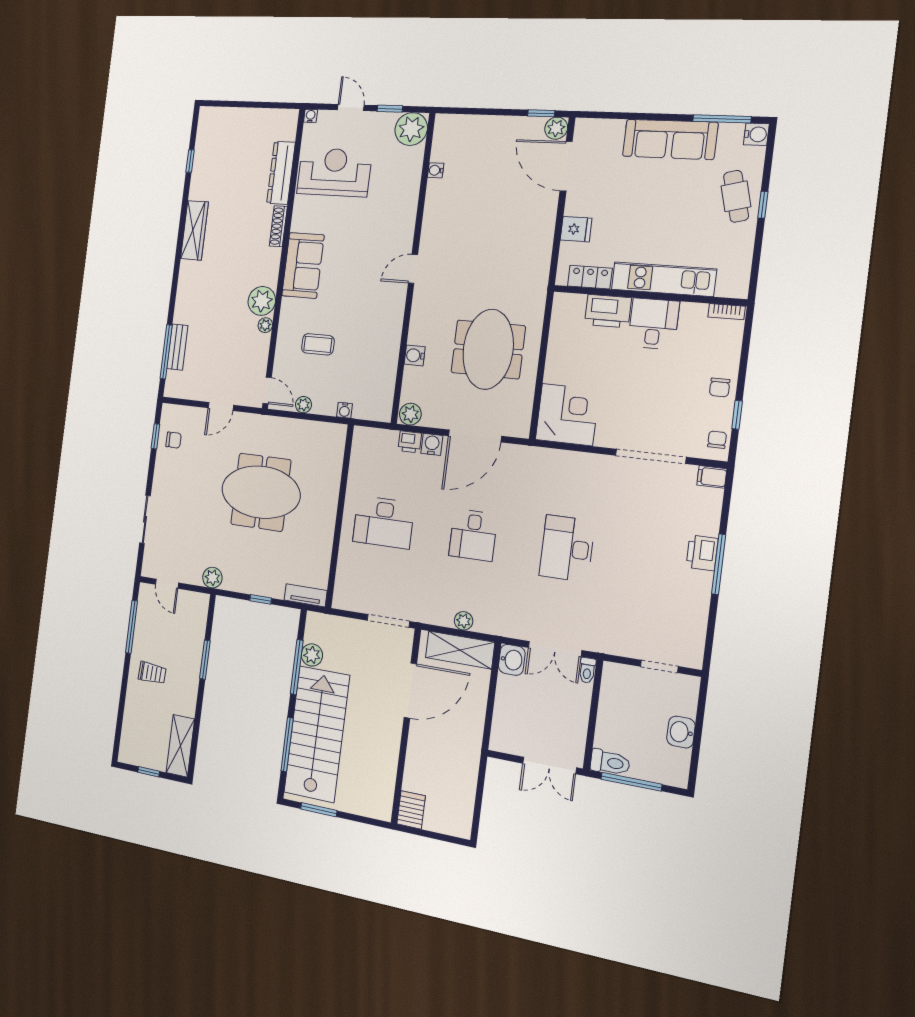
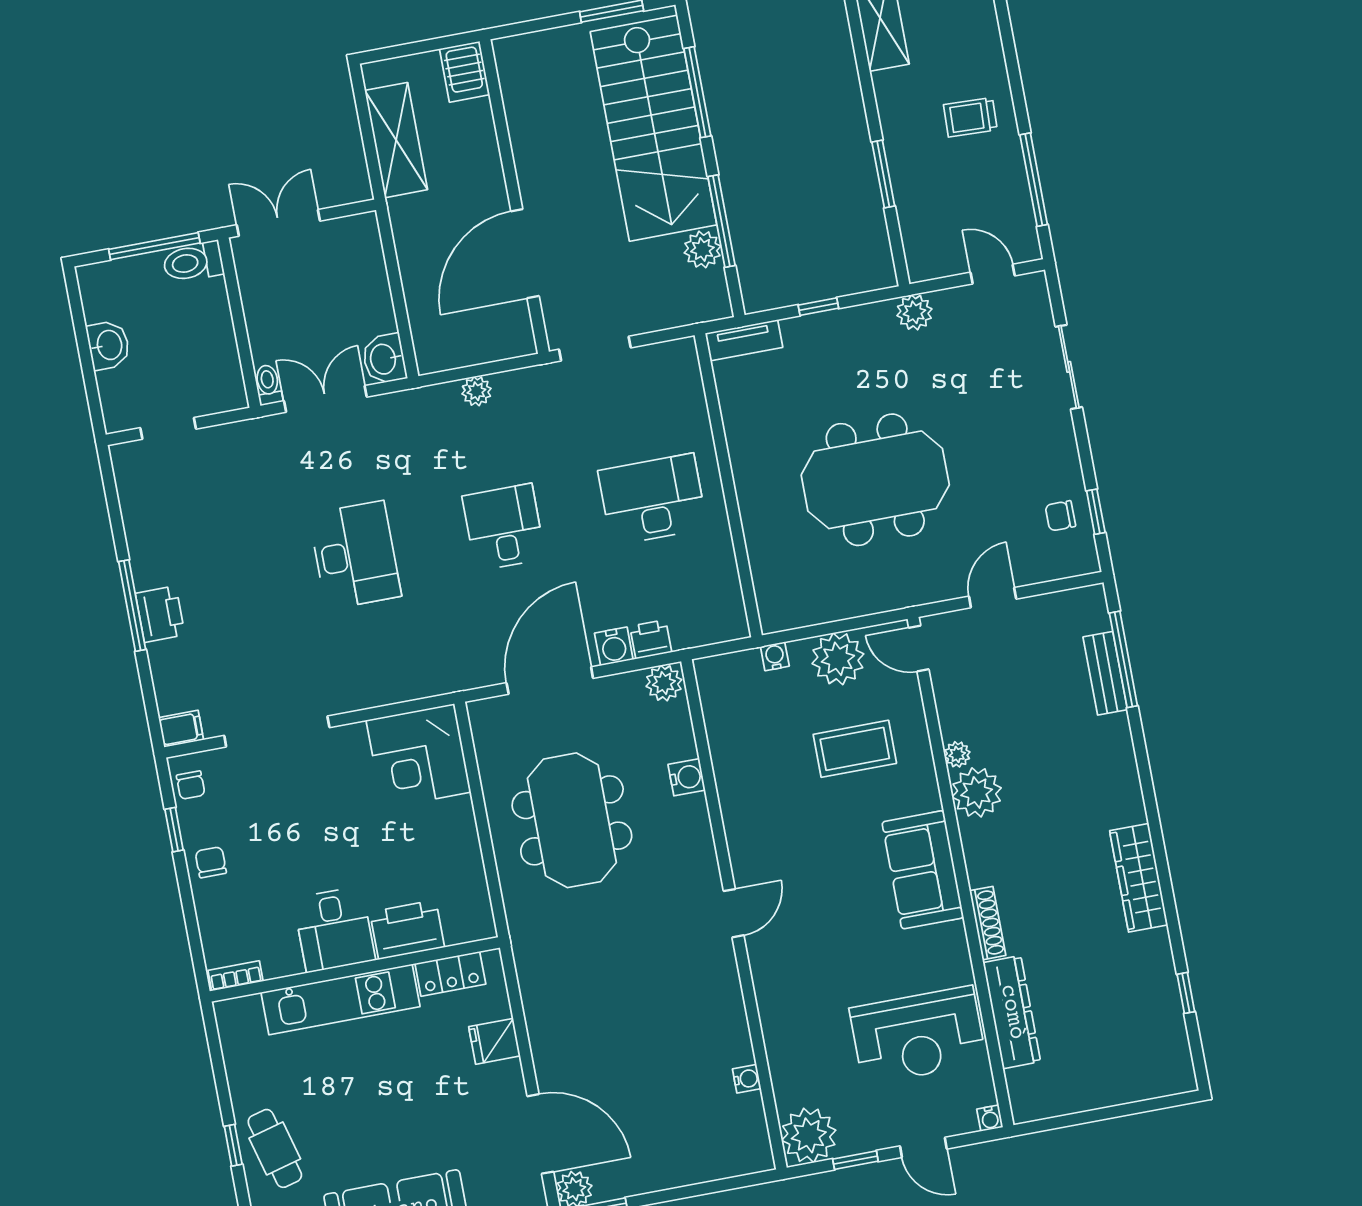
coffee table: (318, 344) -> (855, 749), width x1.36, depth x1.30
plant: (303, 405) -> (838, 659), width x1.88, depth x1.88
shelving: (460, 650) -> (396, 140), moved, turned 90

